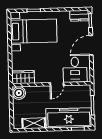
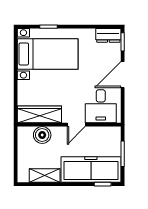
wardrobe: (23, 77) -> (39, 114), width x1.50
boiler: (19, 93) -> (42, 135), moved

